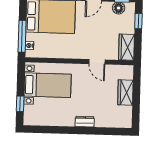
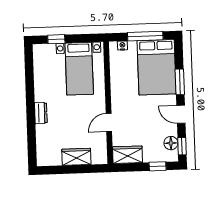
window: (22, 36) -> (145, 36), moved

